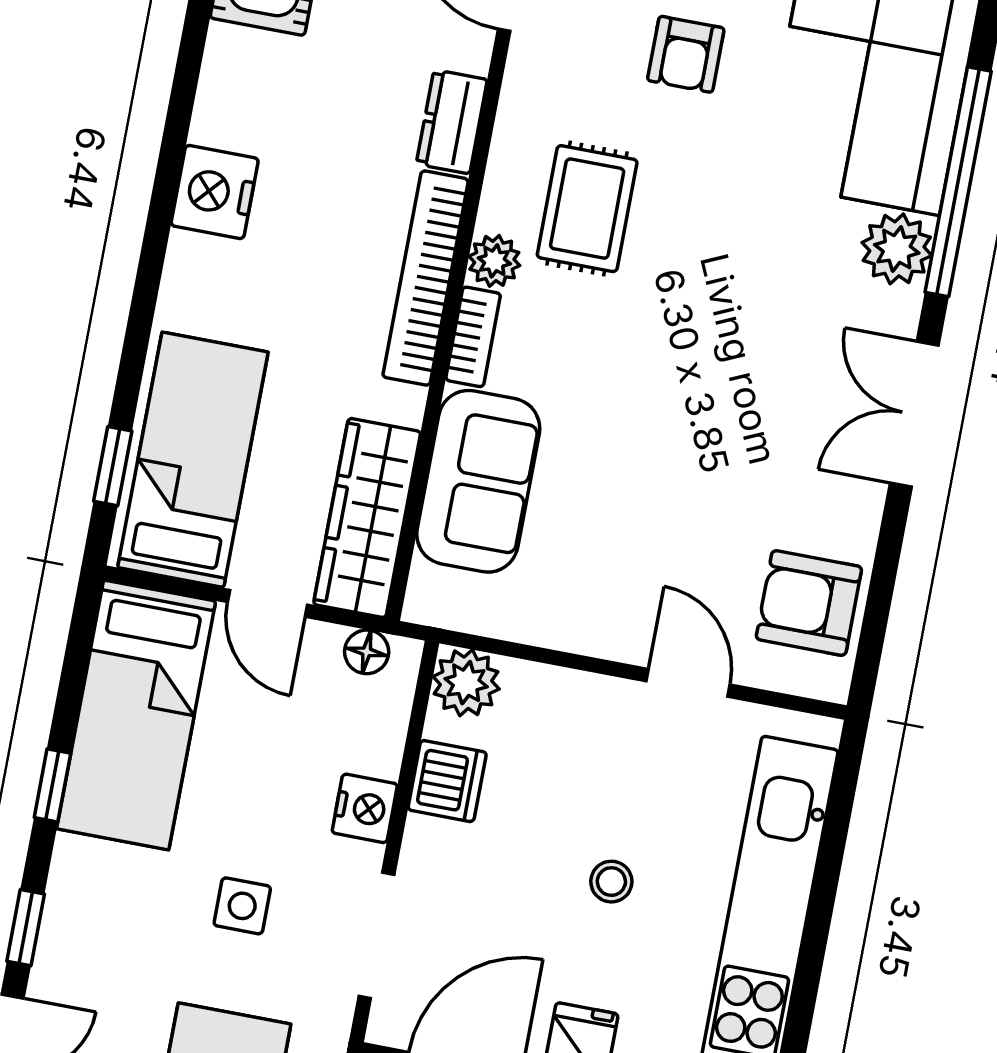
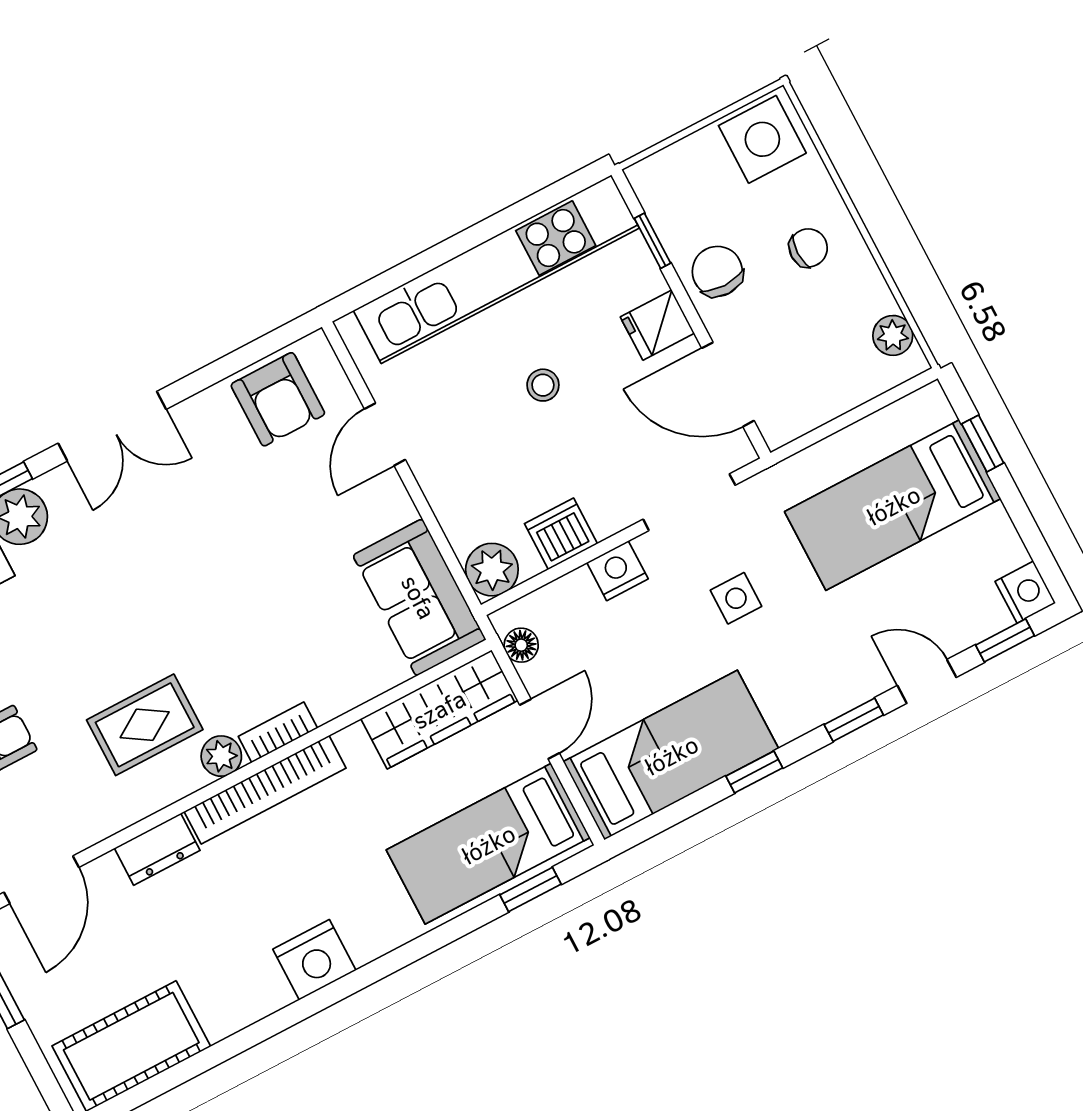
sofa: (478, 481) -> (419, 597), moved, turned -90

